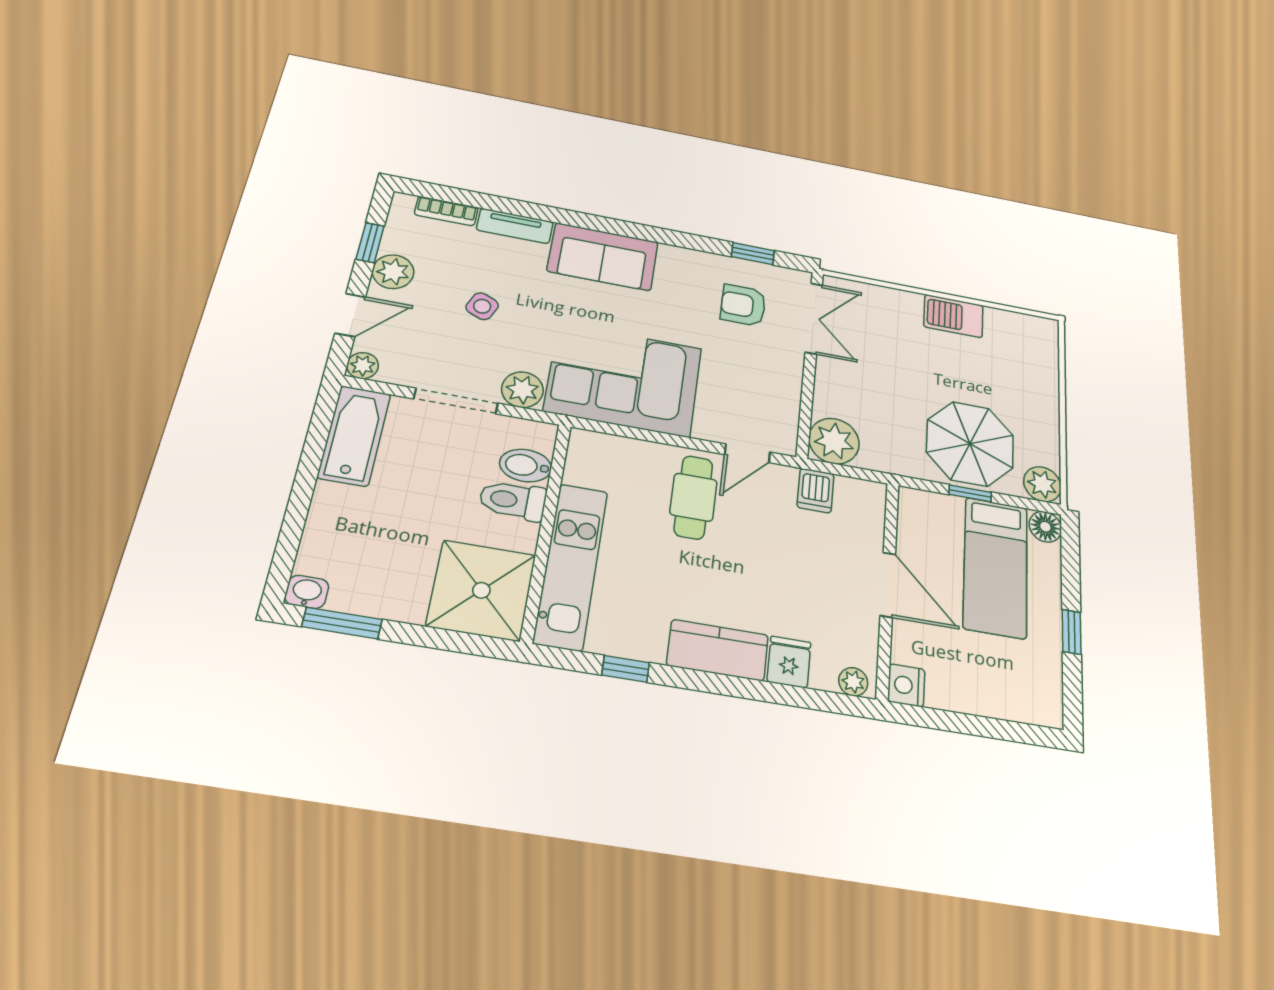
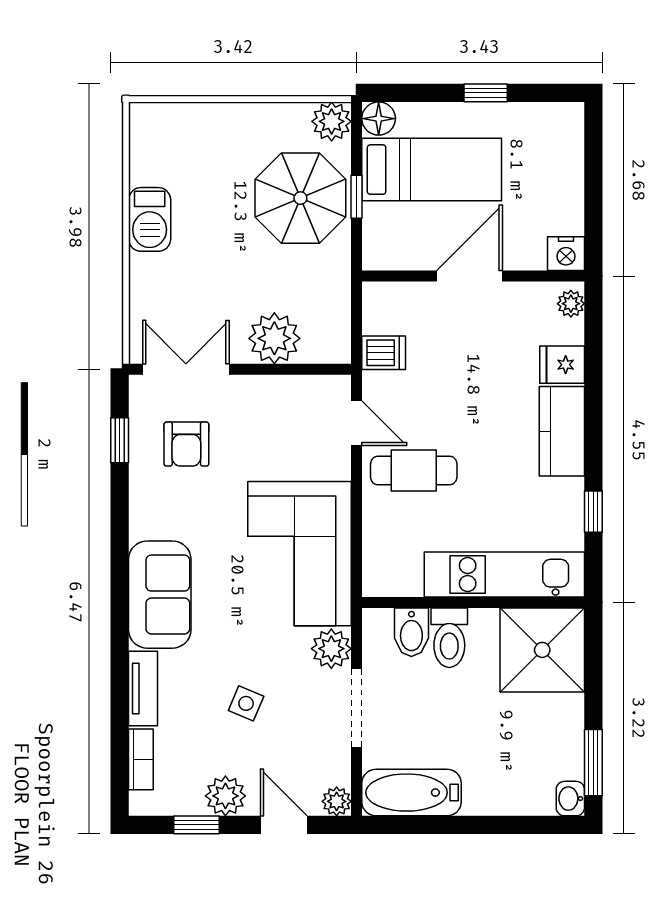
plant: (834, 441) -> (274, 338), moved

